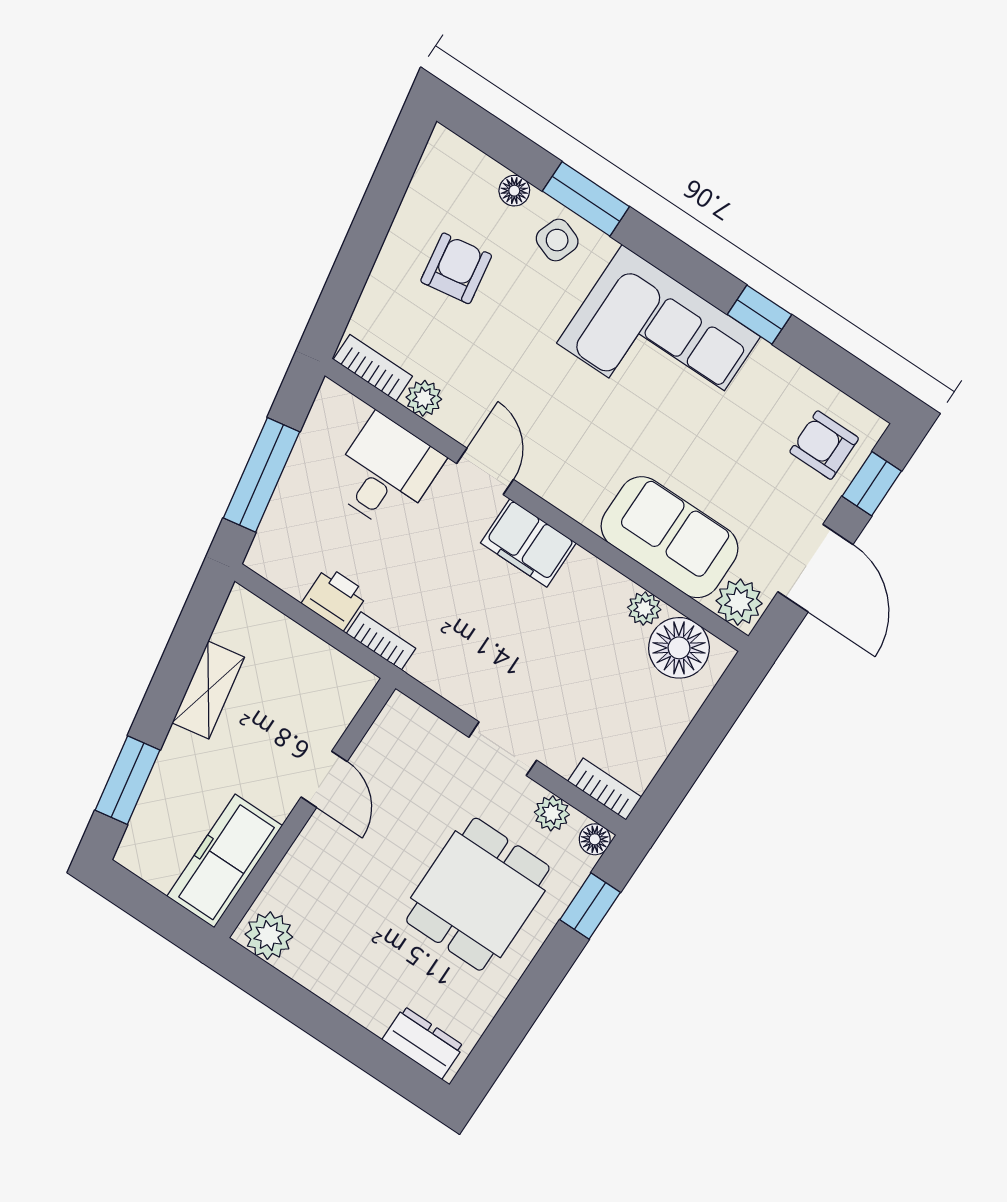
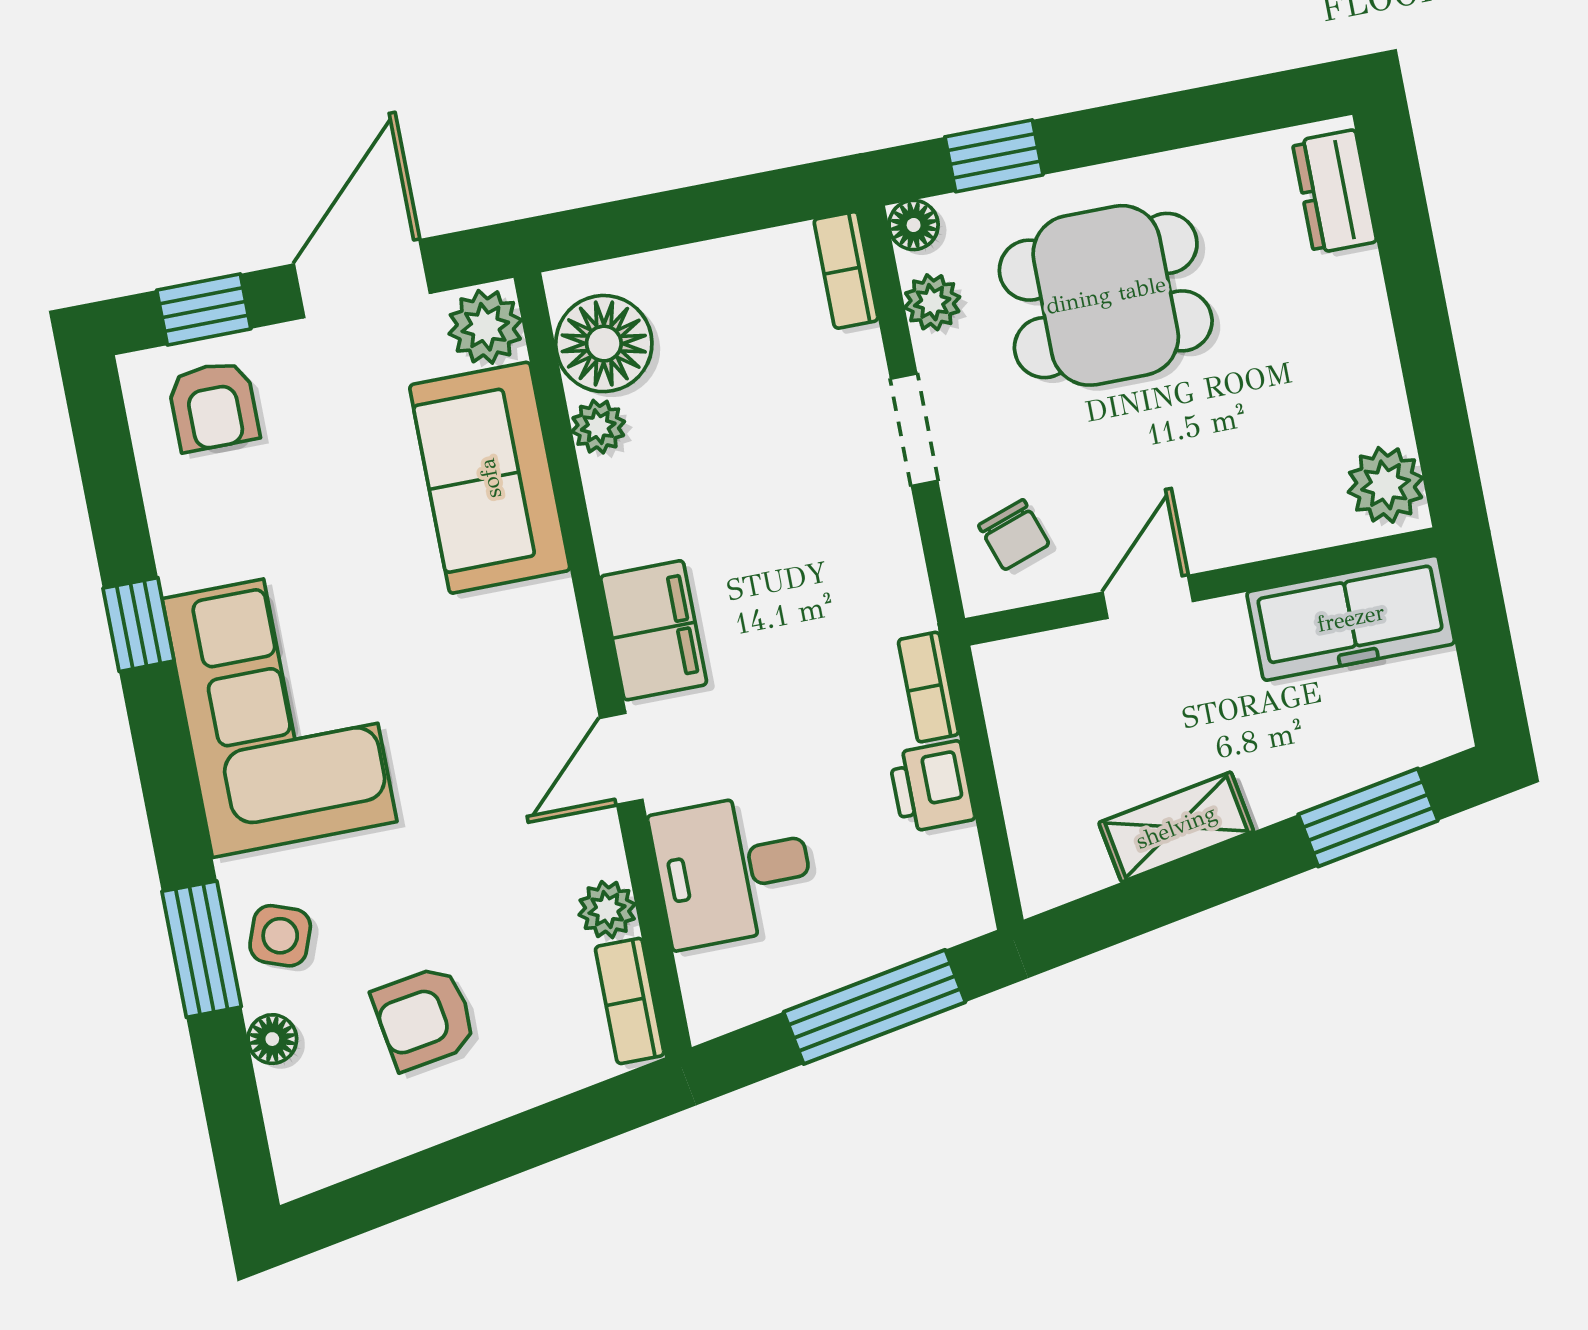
chair: (411, 747) -> (1014, 535), added

